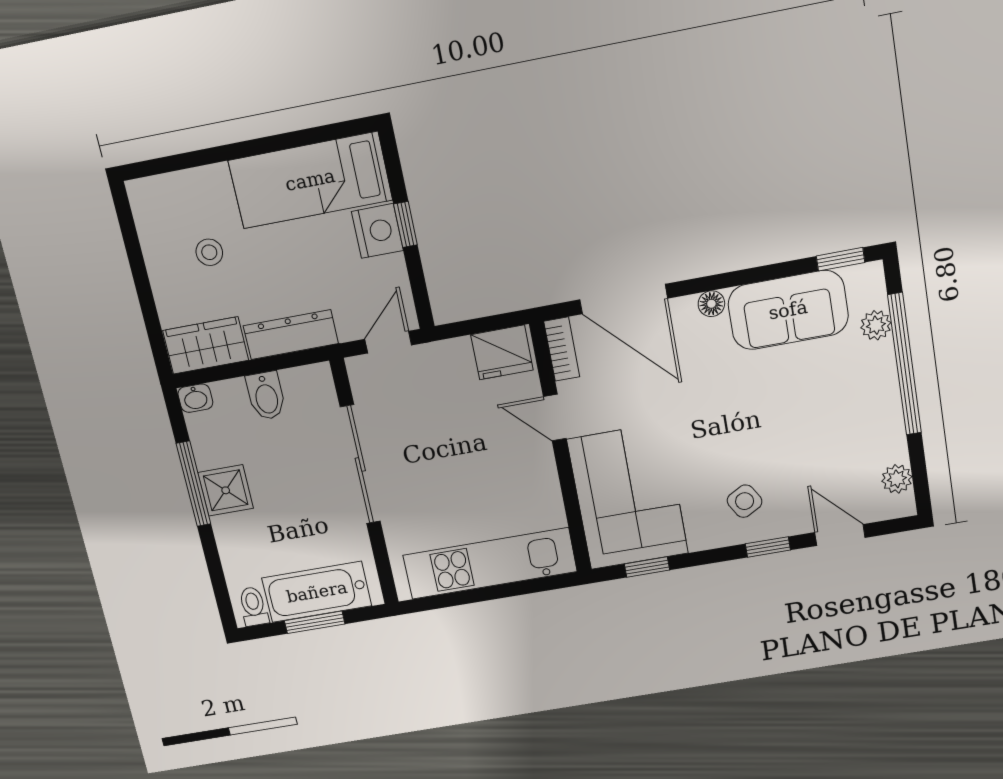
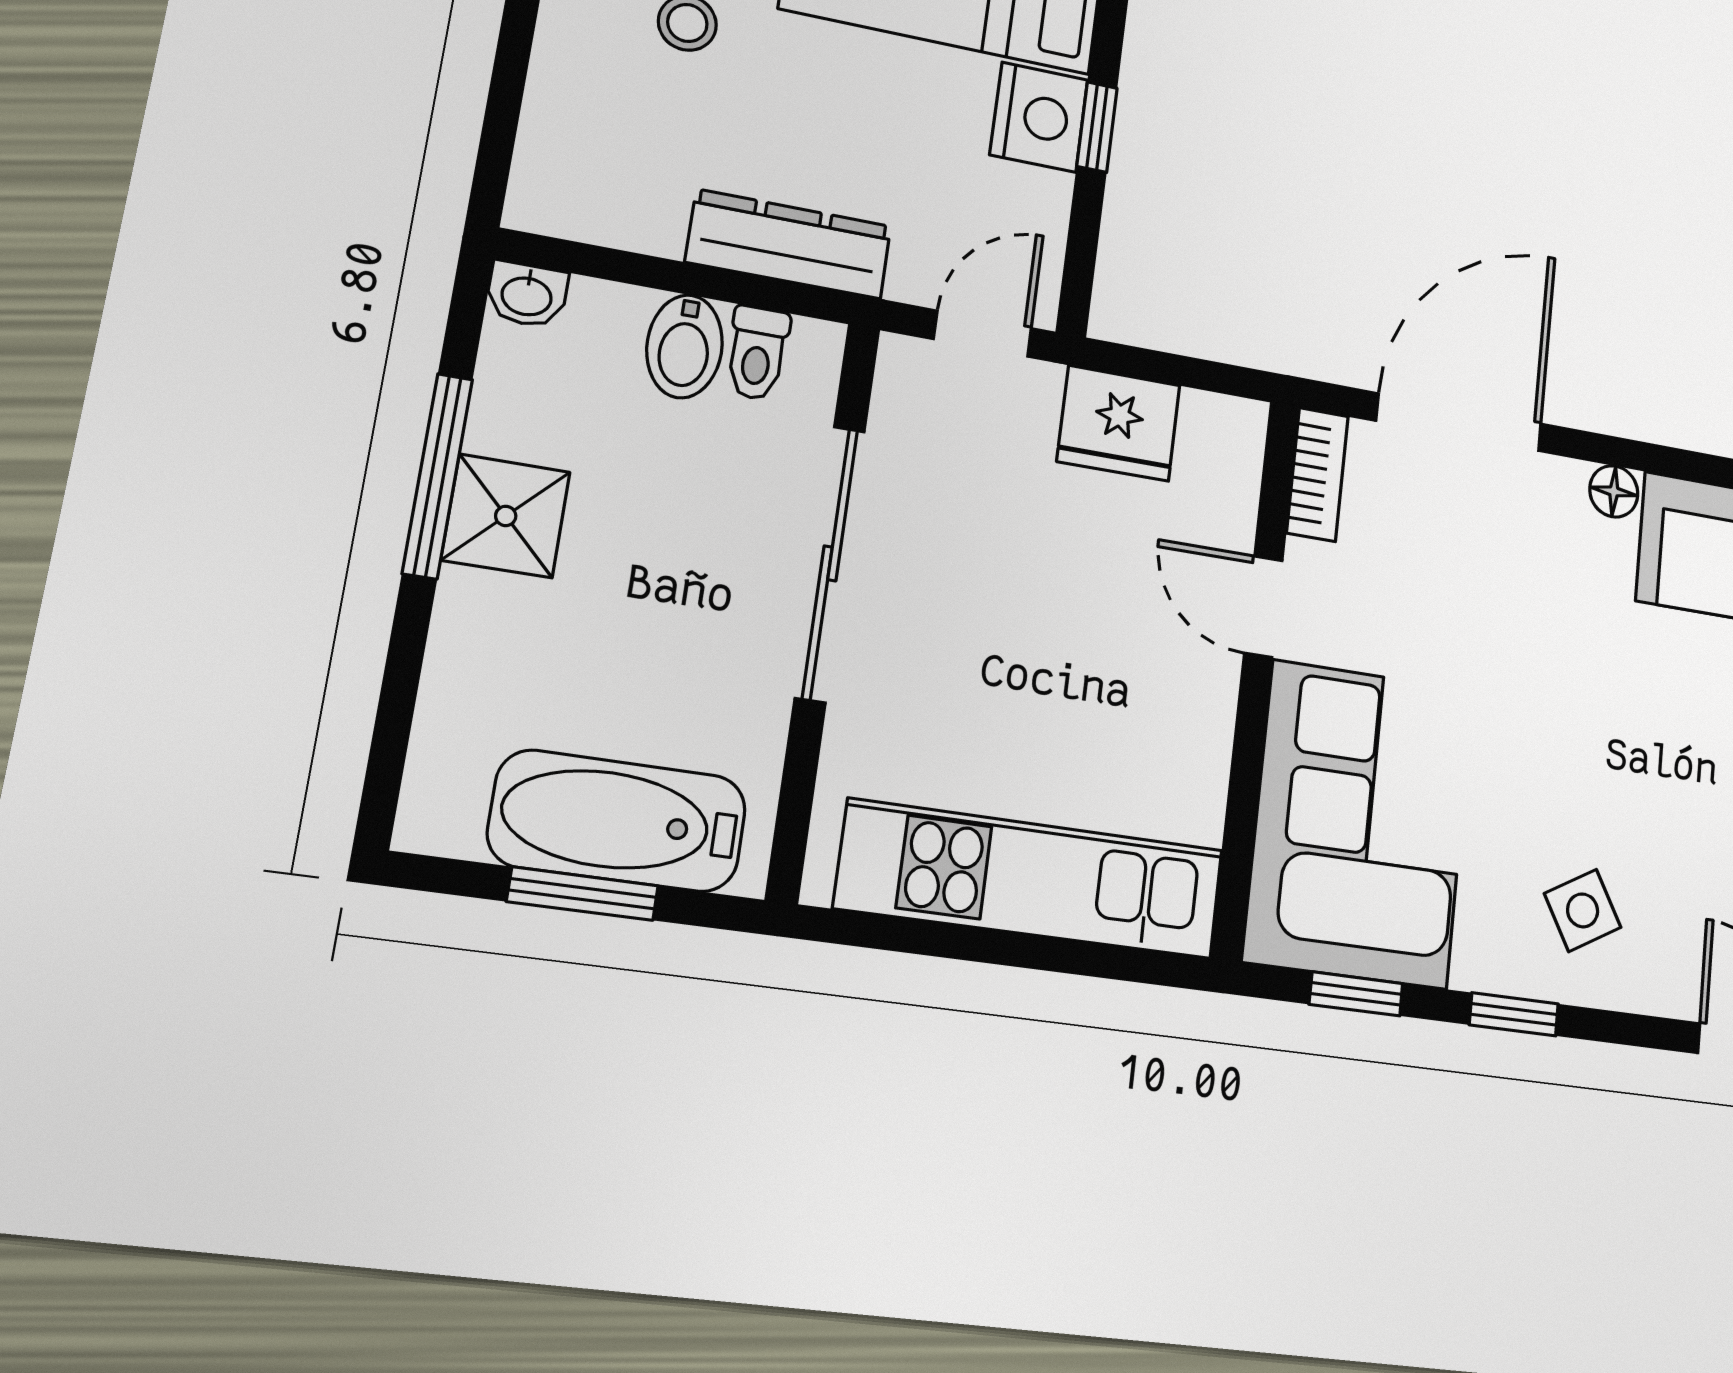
door: (624, 299) -> (1459, 422), swing flipped
wardrobe: (206, 345) -> (599, 197), removed
fridge: (502, 352) -> (1119, 423), moved
window: (768, 547) -> (1514, 1014), moved
toilet: (253, 606) -> (757, 353), moved, turned 180

